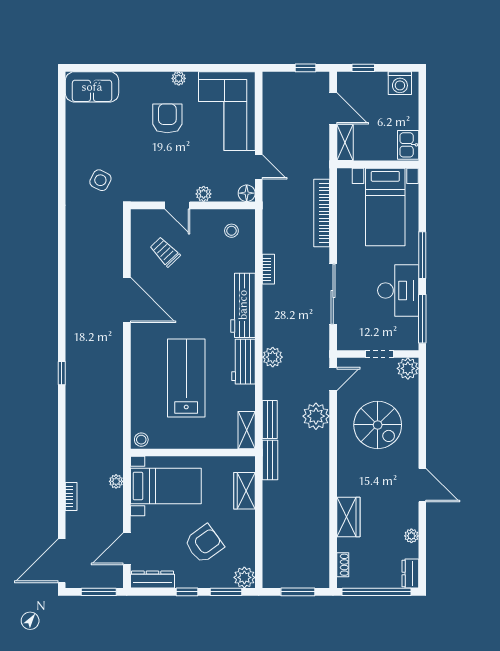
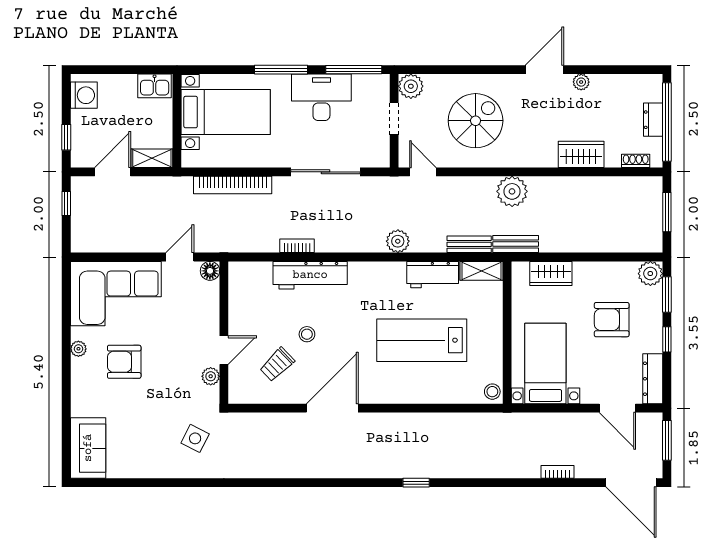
plant: (204, 194) -> (211, 376), moved
stool: (231, 231) -> (307, 334), moved
workbench: (243, 305) -> (310, 275), moved
workbench: (243, 362) -> (433, 275), moved
plant: (316, 416) -> (512, 191), moved
plant: (116, 481) -> (540, 420), removed
plant: (411, 536) -> (581, 82), moved
armchair: (204, 544) -> (612, 320), turned -54
dresser: (410, 573) -> (653, 120), moved, turned 90

